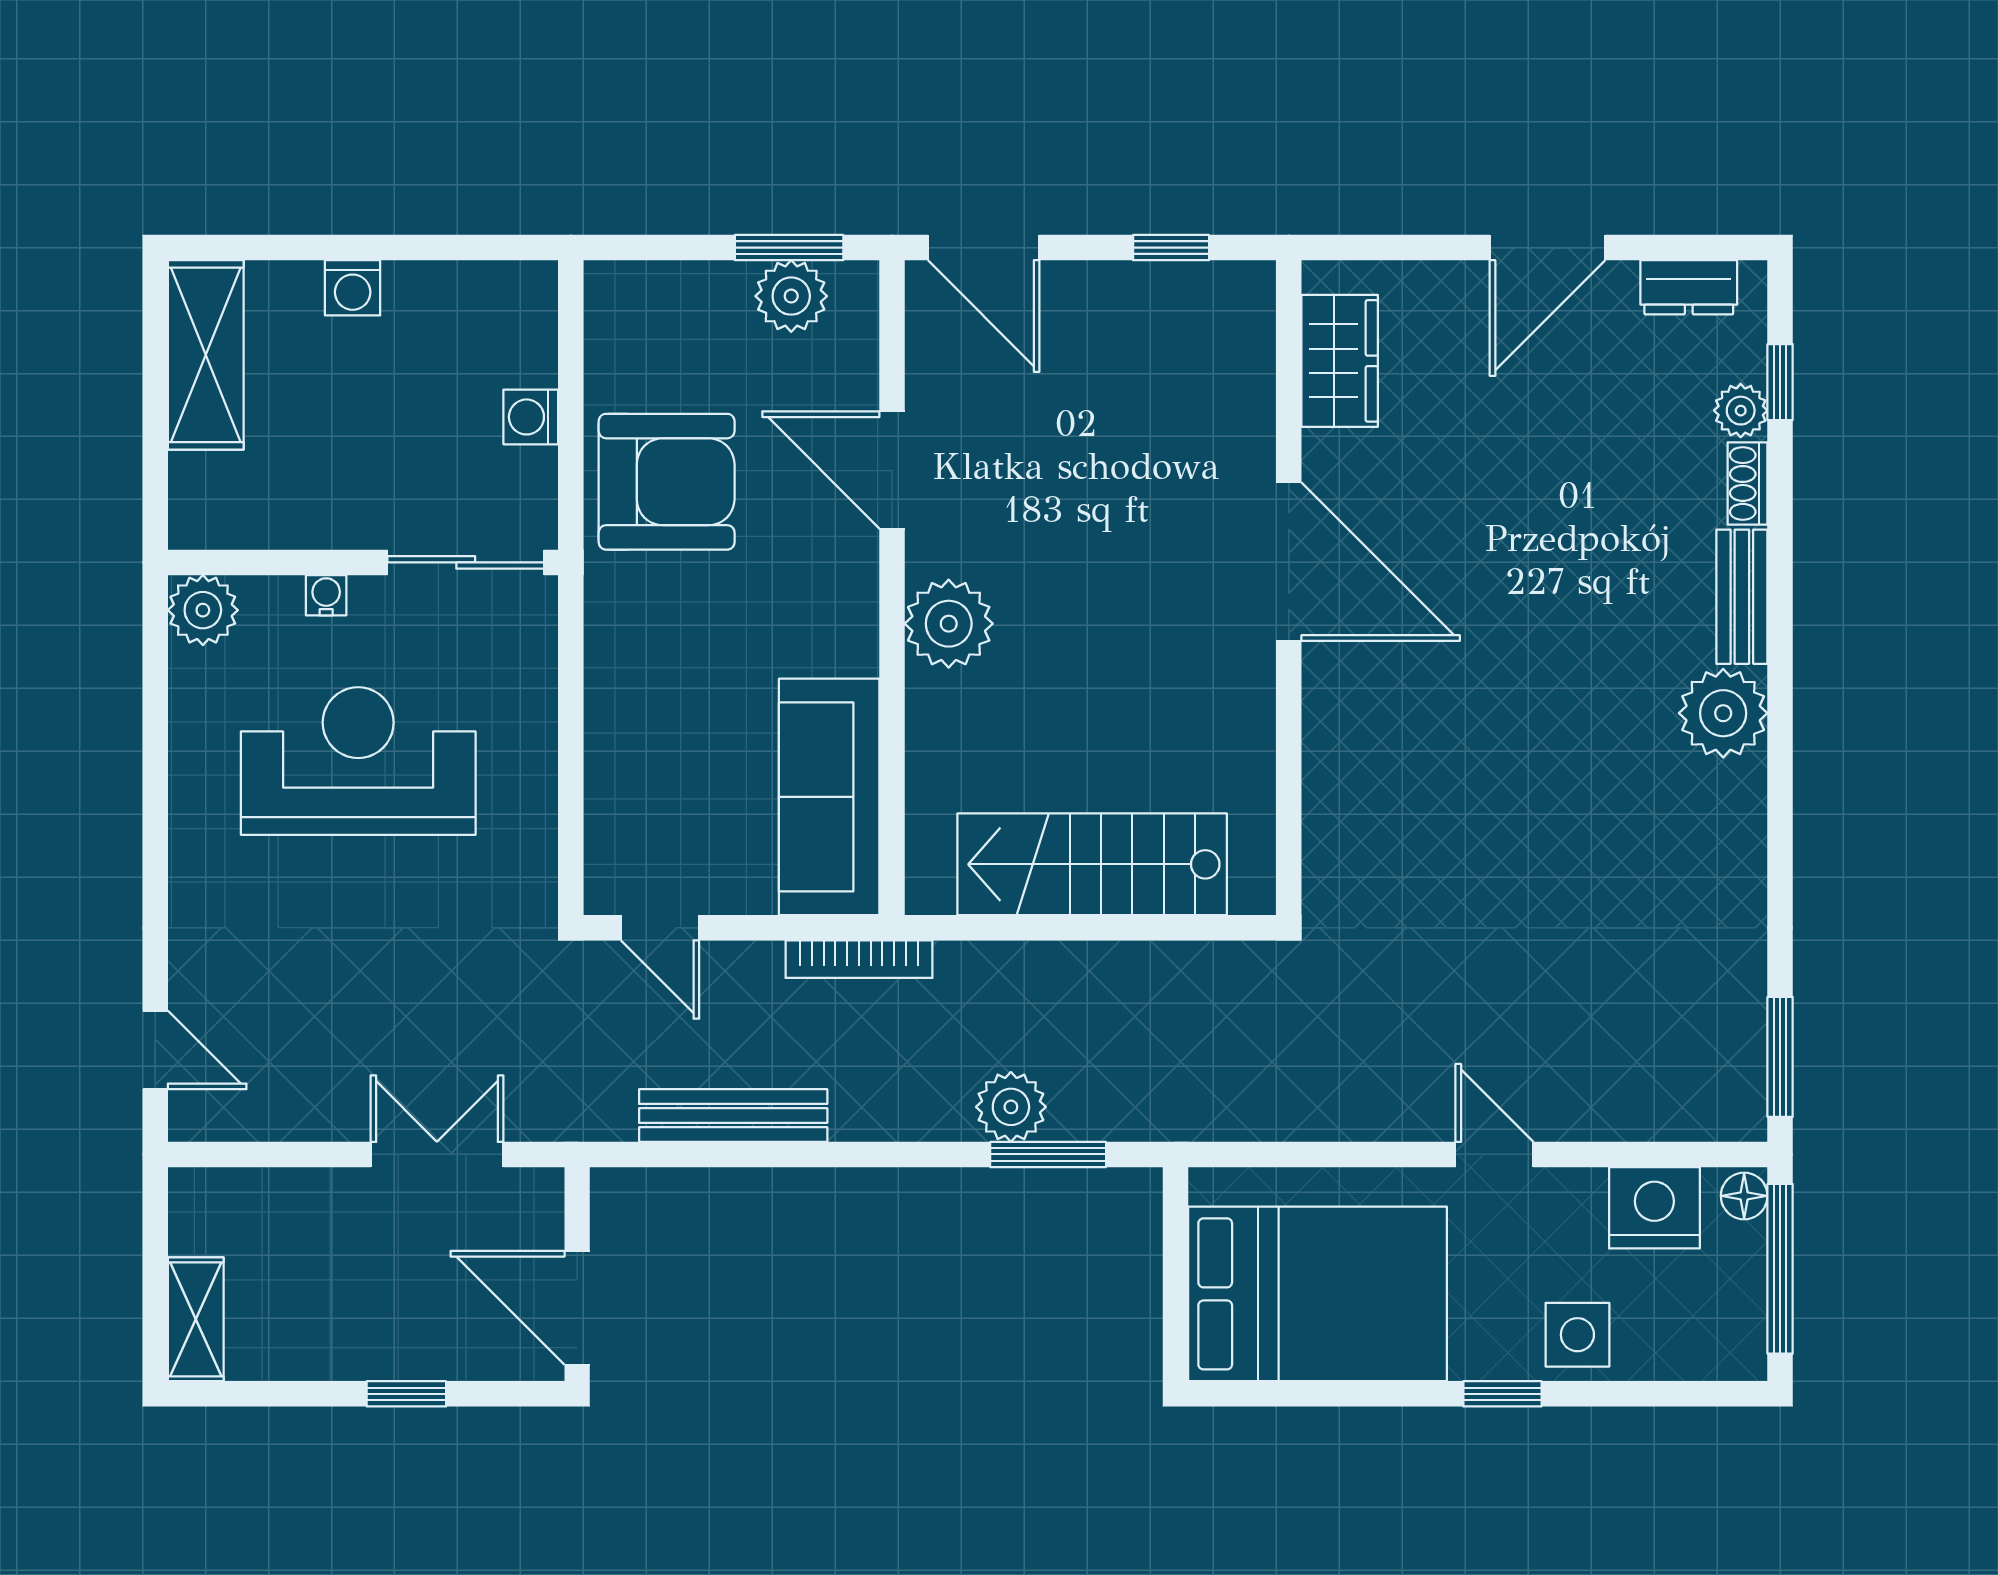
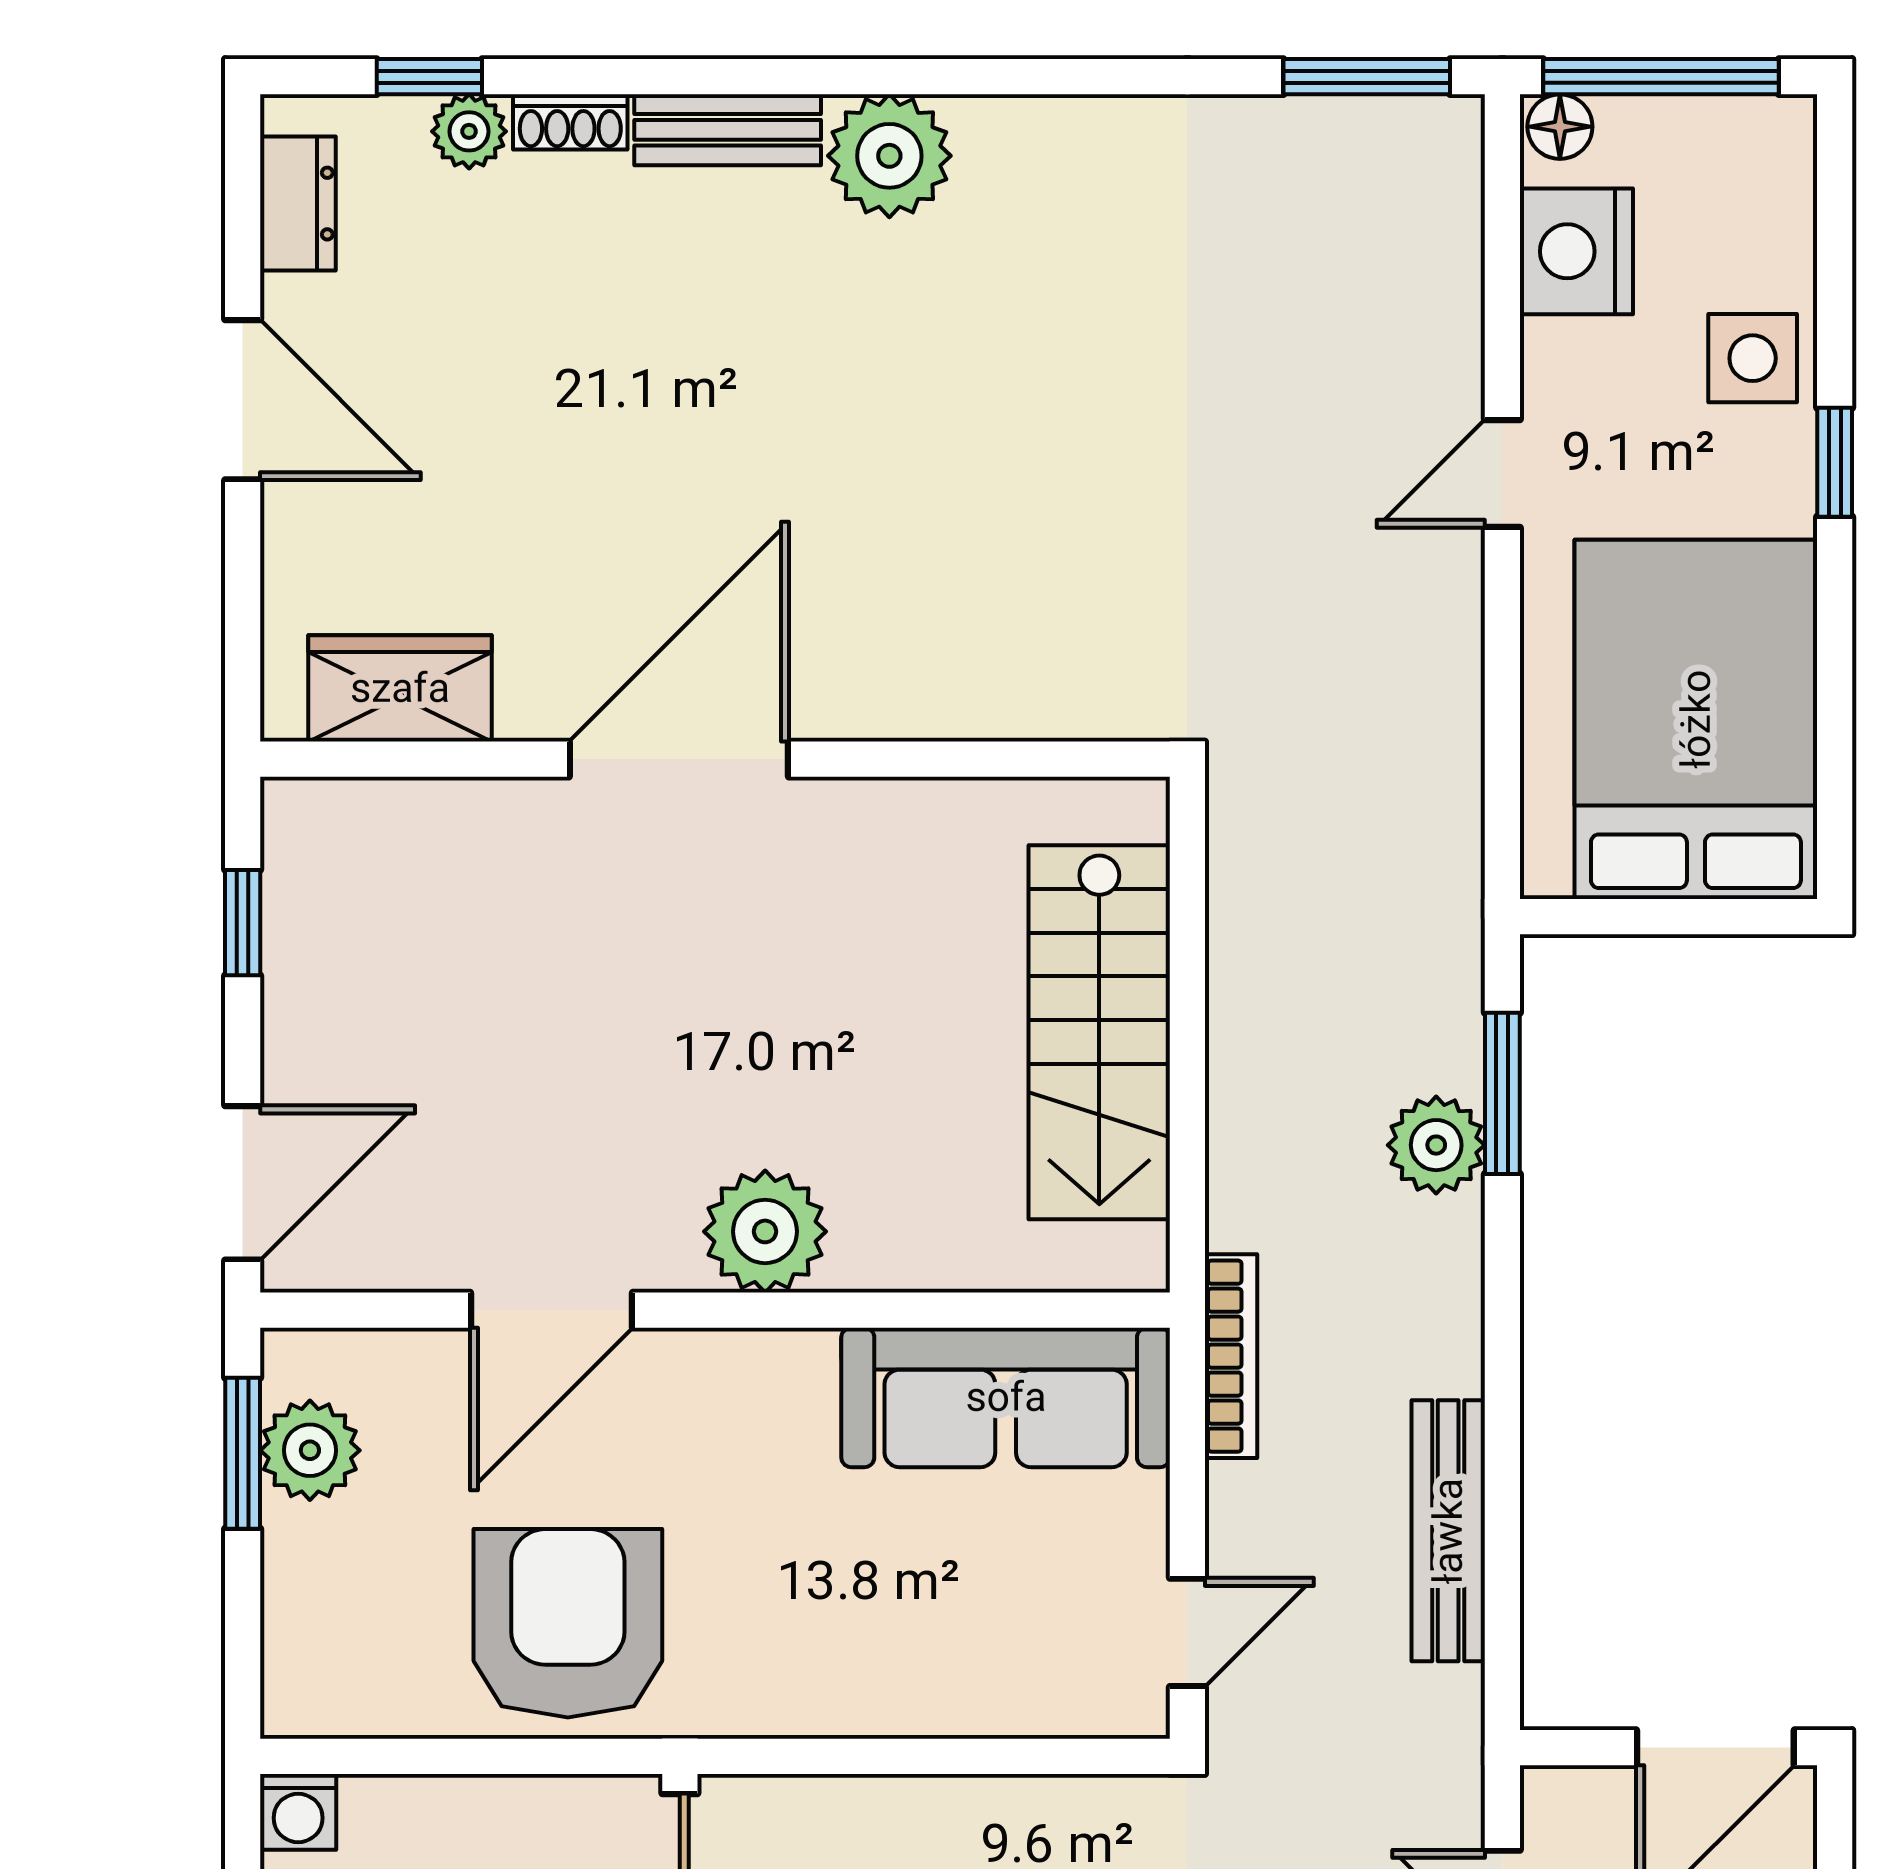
washing machine: (531, 417) -> (298, 1812), moved

